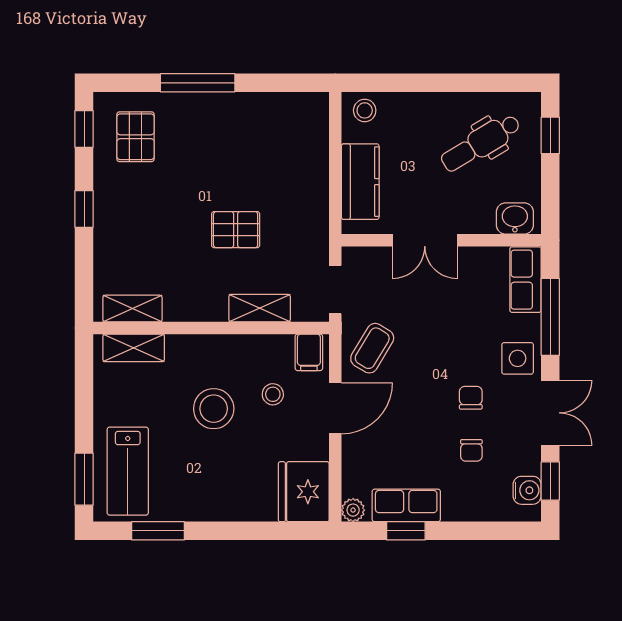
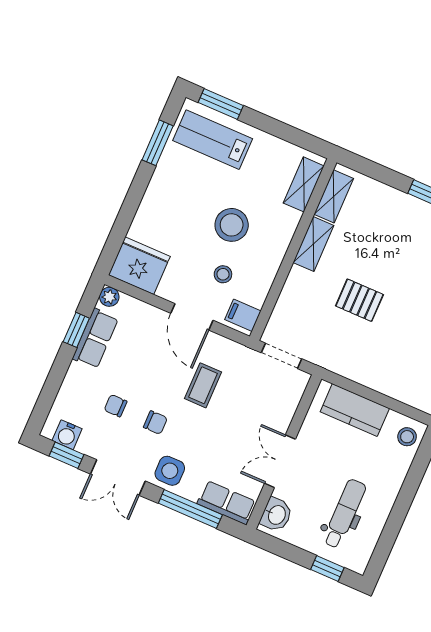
dental chair: (481, 143) -> (344, 514), turned 31
pallet: (236, 230) -> (359, 300), turned 90
double door: (425, 240) -> (280, 461), moved
shelving: (260, 308) -> (313, 244), moved
coffee table: (372, 348) -> (203, 385), moved, turned 59

